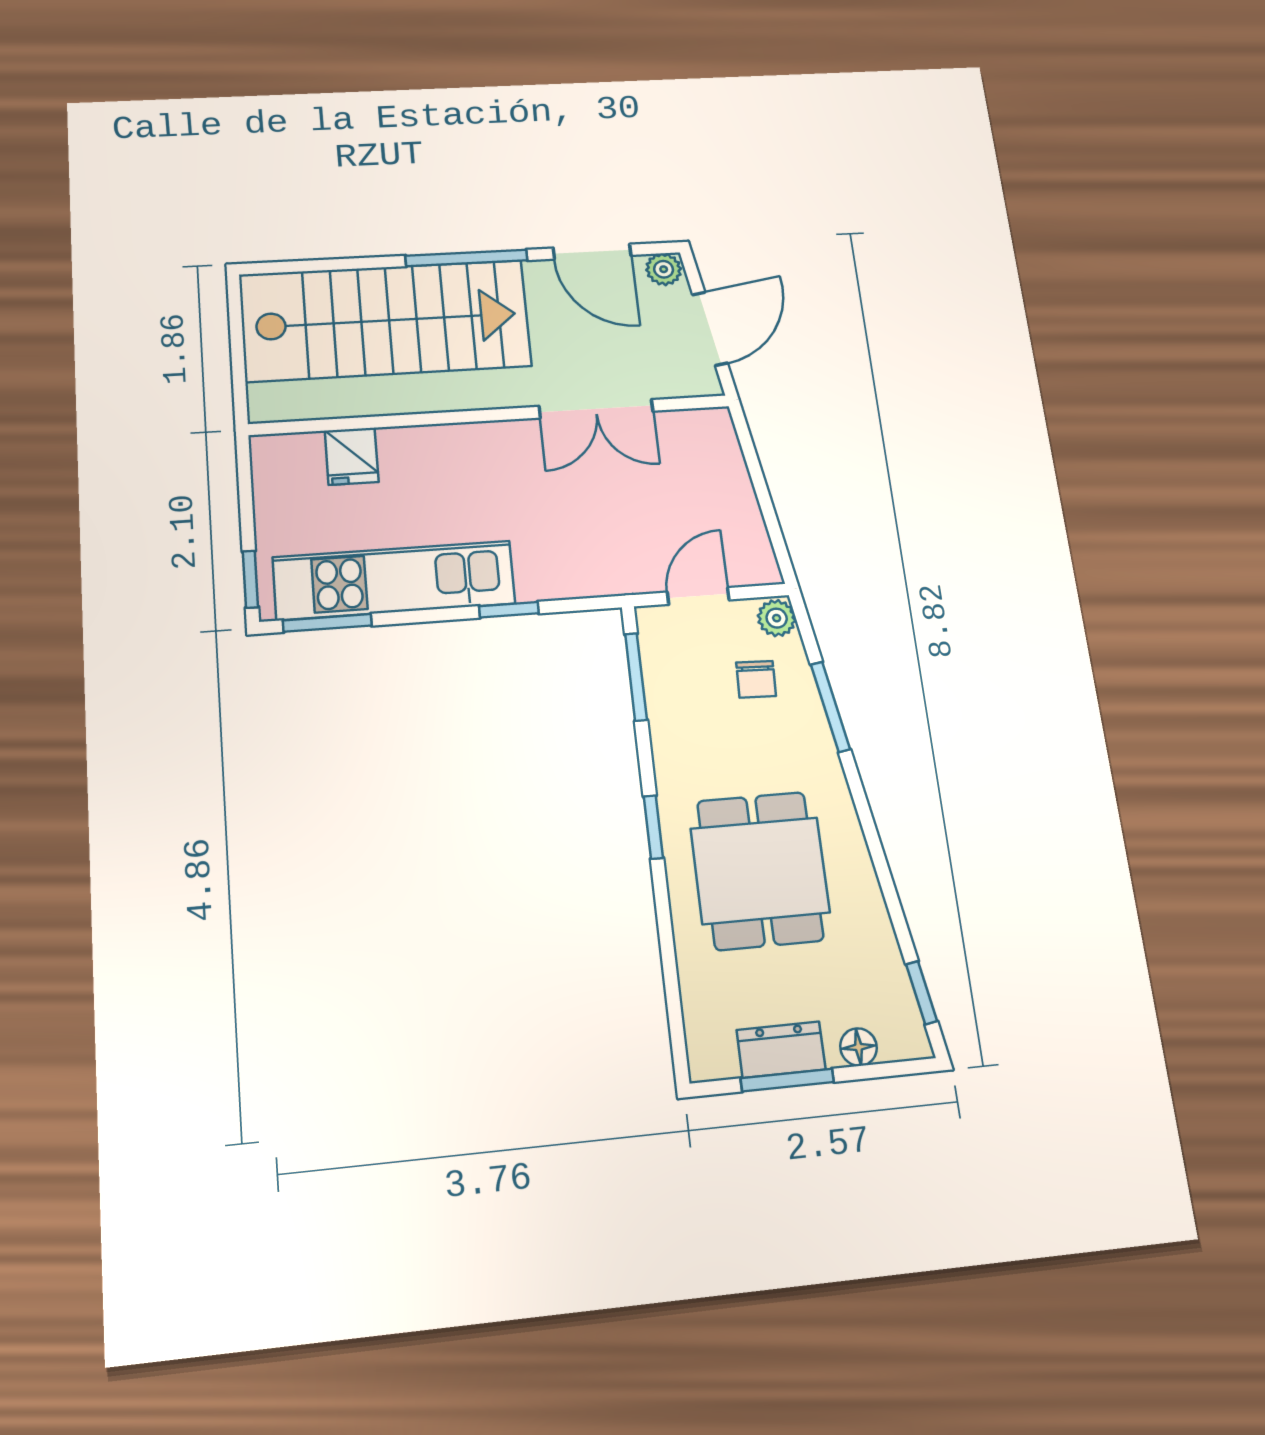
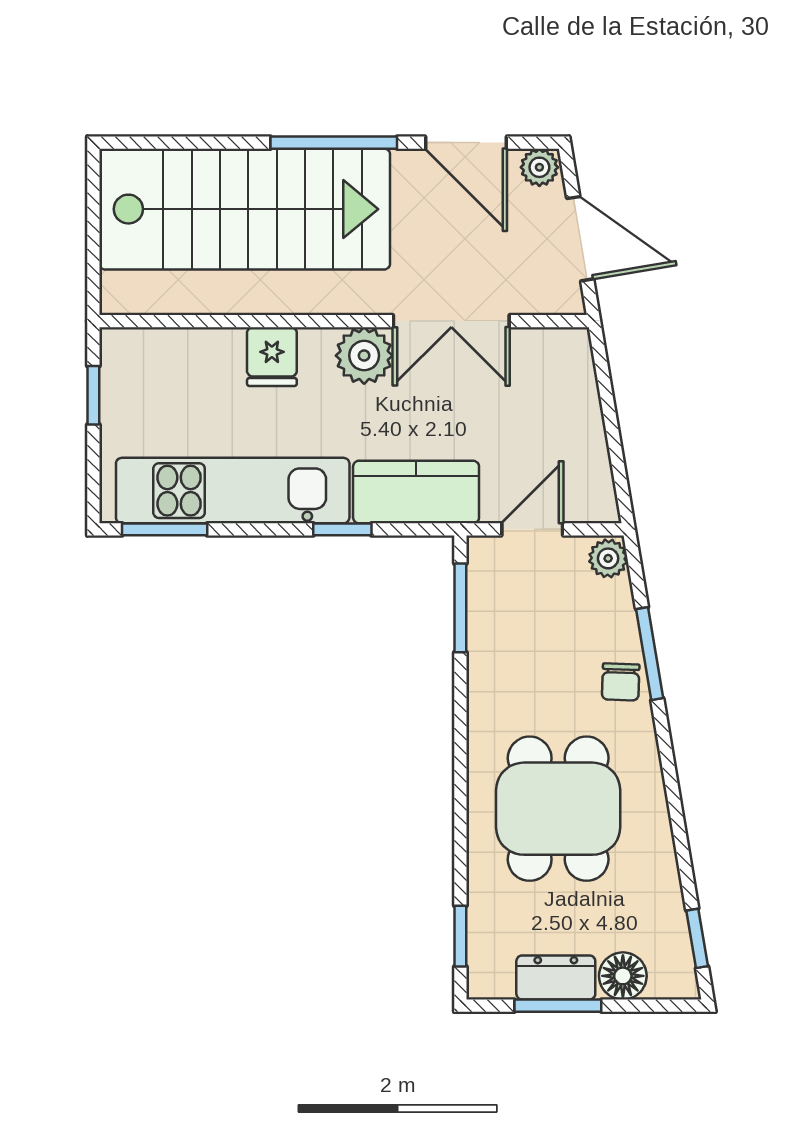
door: (710, 329) -> (580, 239), hinge flipped
plant: (514, 445) -> (364, 356), added
fridge: (352, 456) -> (272, 357), moved
kitchen counter: (579, 569) -> (416, 492), added
window: (250, 579) -> (93, 395), moved
chair: (756, 679) -> (621, 682), moved
window: (653, 827) -> (460, 936), moved
floor lamp: (858, 1047) -> (623, 976), width x1.37, depth x1.37

